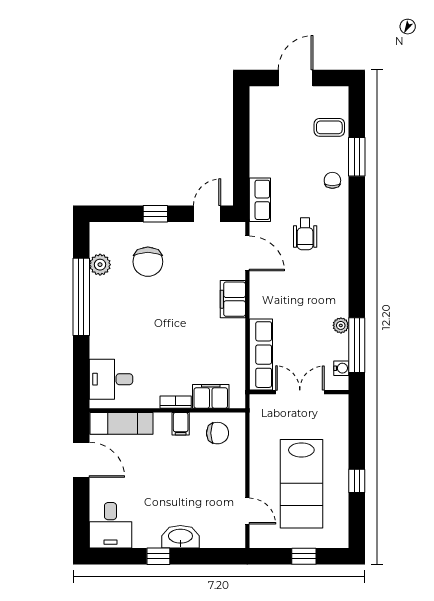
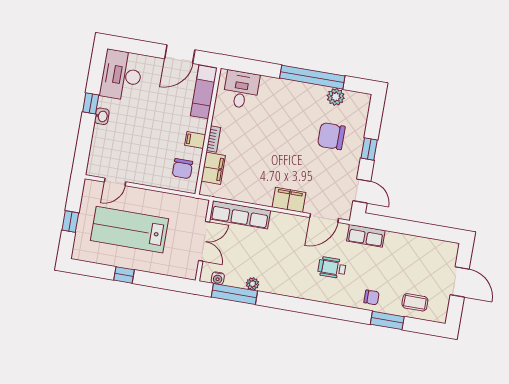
coffee table: (329, 127) -> (415, 302), turned 90
desk: (110, 525) -> (121, 75), width x1.37
washbasin: (180, 537) -> (102, 116), width x0.52, depth x0.69

